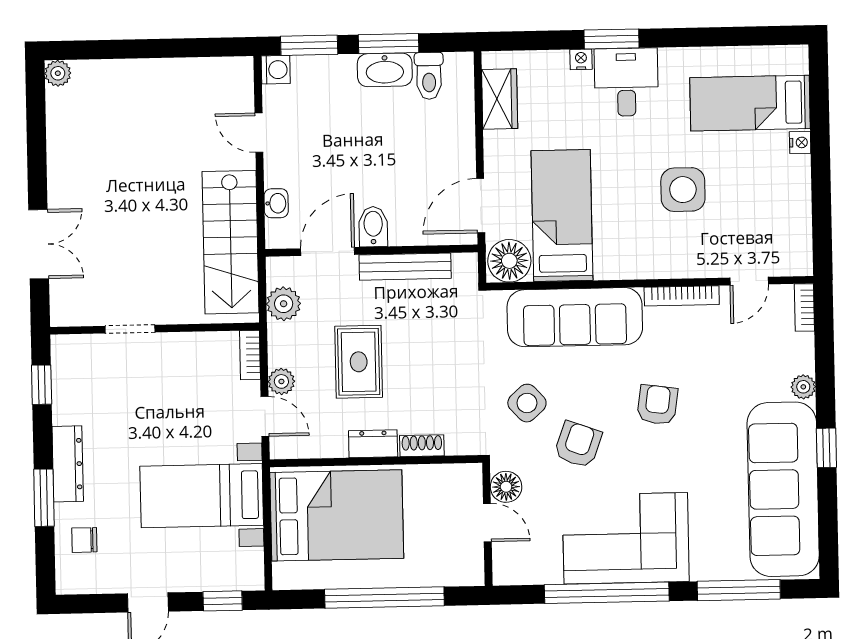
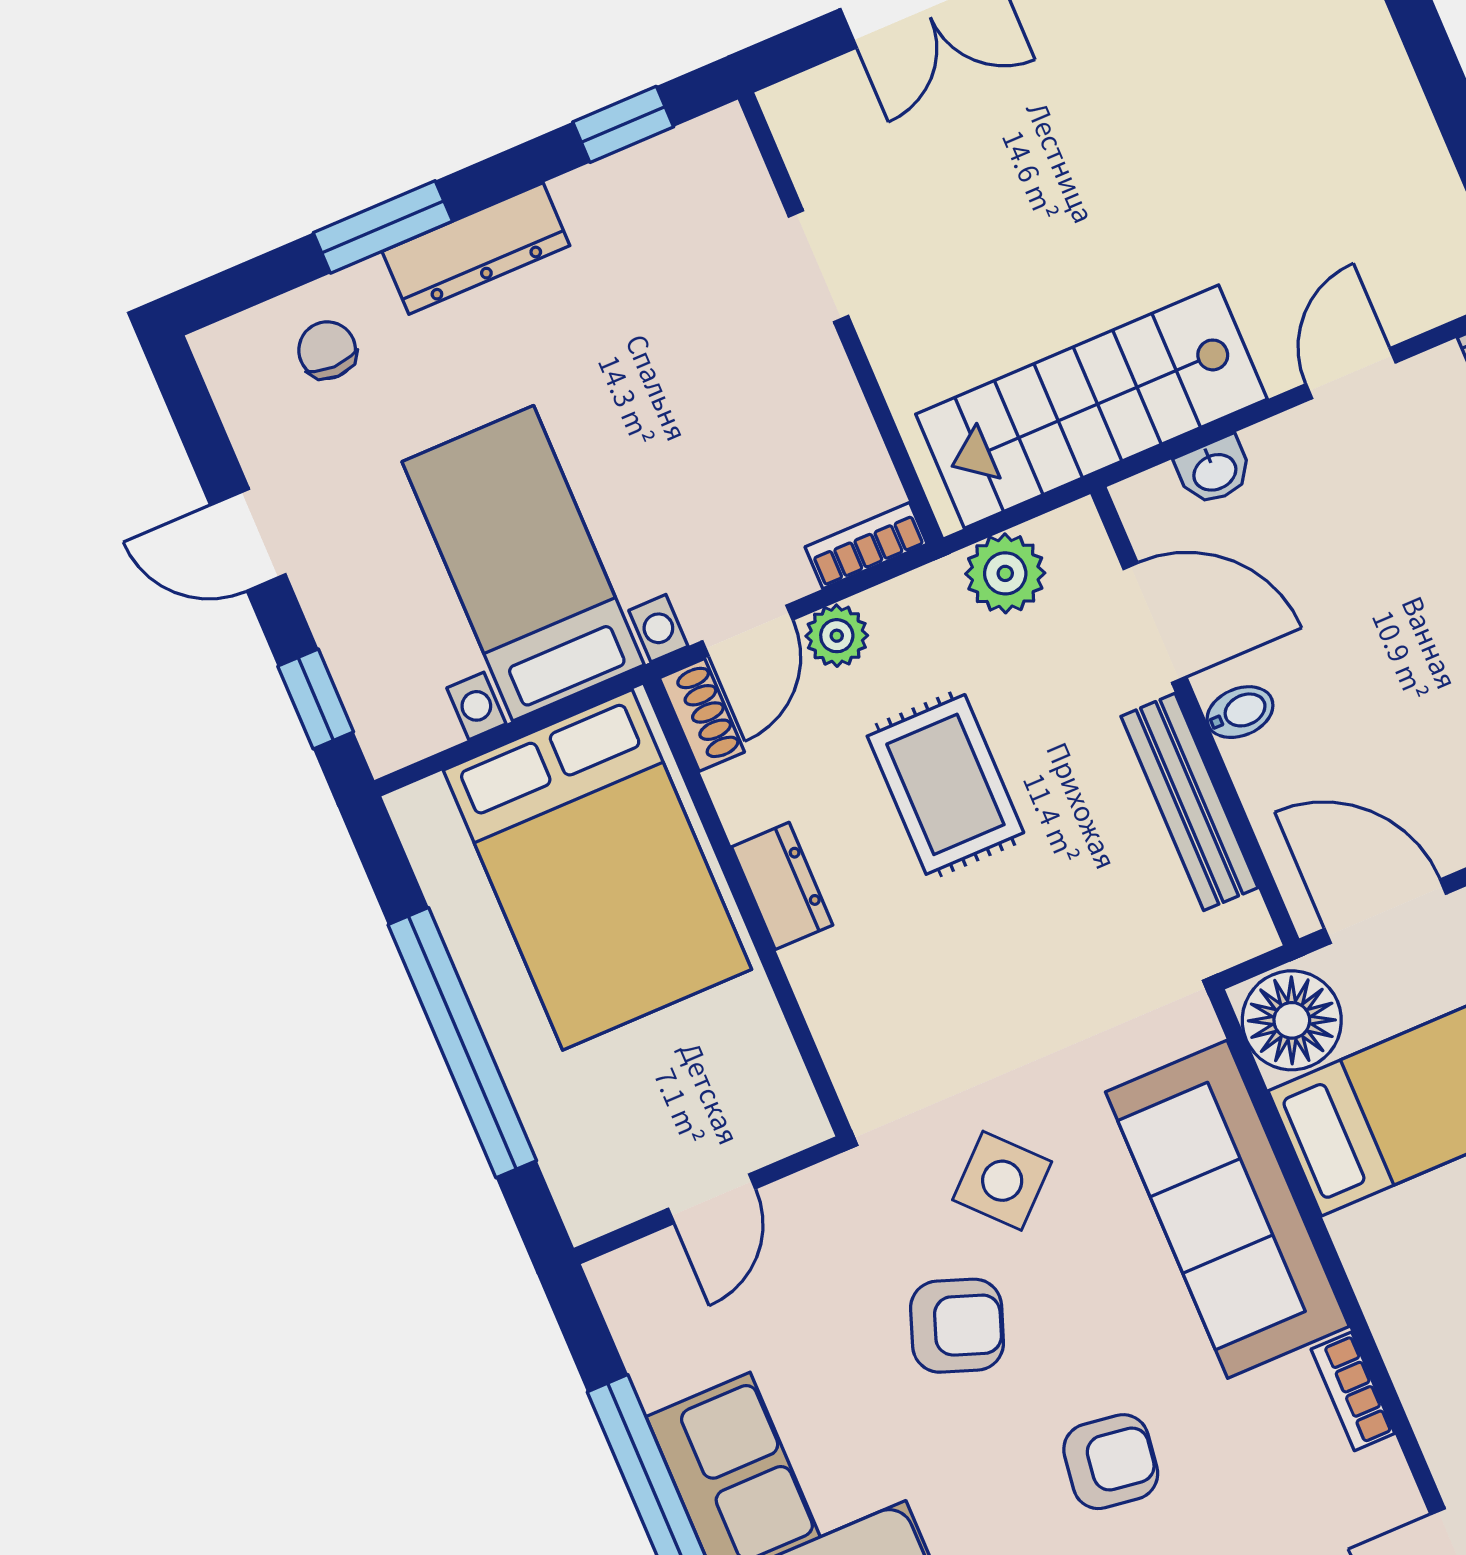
bidet: (373, 227) -> (1240, 712), width x0.72, depth x0.74
bookcase: (682, 296) -> (1353, 1391), width x0.64
rug: (359, 362) -> (945, 784), turned 90
shoe rack: (422, 446) -> (702, 715), moved
floor lamp: (506, 487) -> (804, 1208), removed

